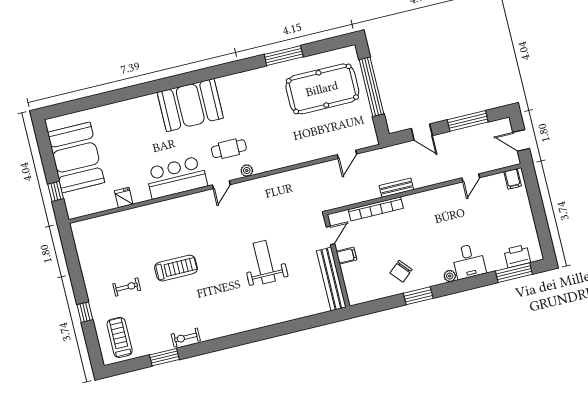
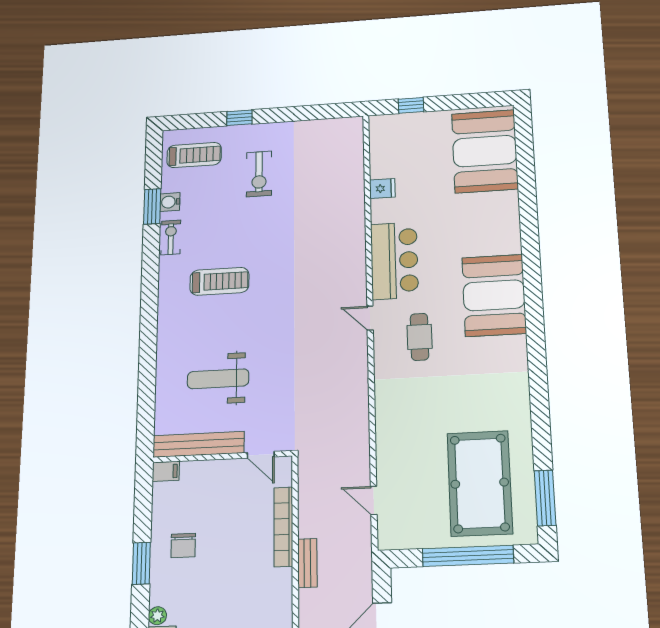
window: (284, 56) -> (545, 498), moved
booth: (76, 157) -> (485, 151), moved, turned 90
plant: (247, 171) -> (382, 356), removed
filing cabinet: (346, 256) -> (166, 471), moved, turned -90
weight bench: (264, 262) -> (218, 379), moved, turned 180
treadmill: (176, 268) -> (219, 281), moved, turned -90
chair: (401, 271) -> (183, 545), turned -139
exercise bike: (127, 287) -> (259, 174), width x1.38, depth x1.39
water cooler: (159, 345) -> (170, 202), added

